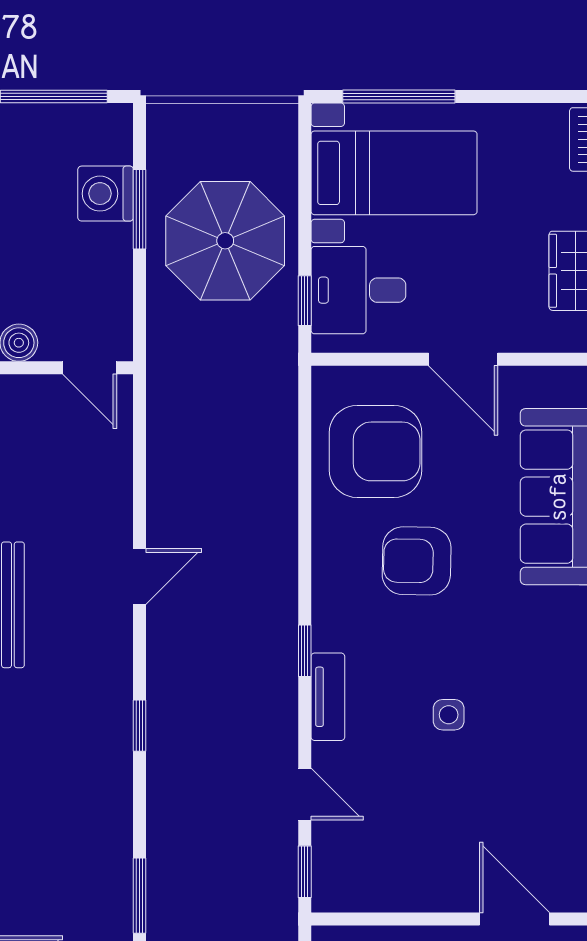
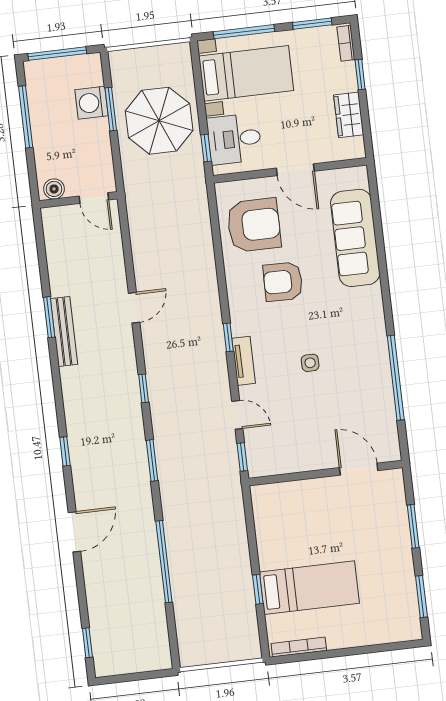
window: (525, 96) -> (312, 24), added
window: (139, 896) -> (152, 460), moved

